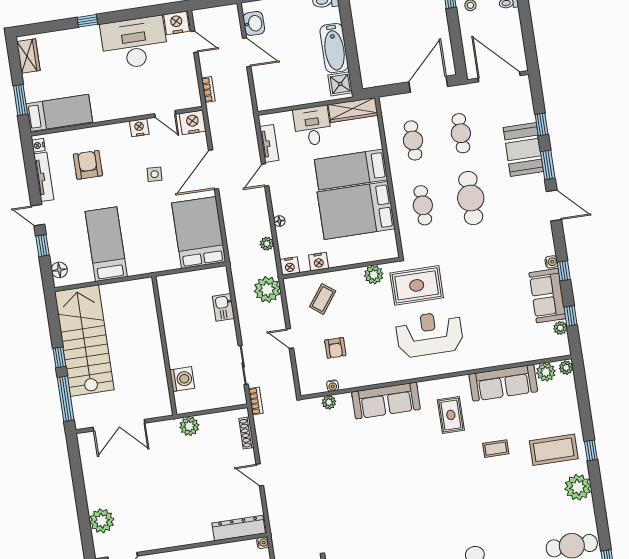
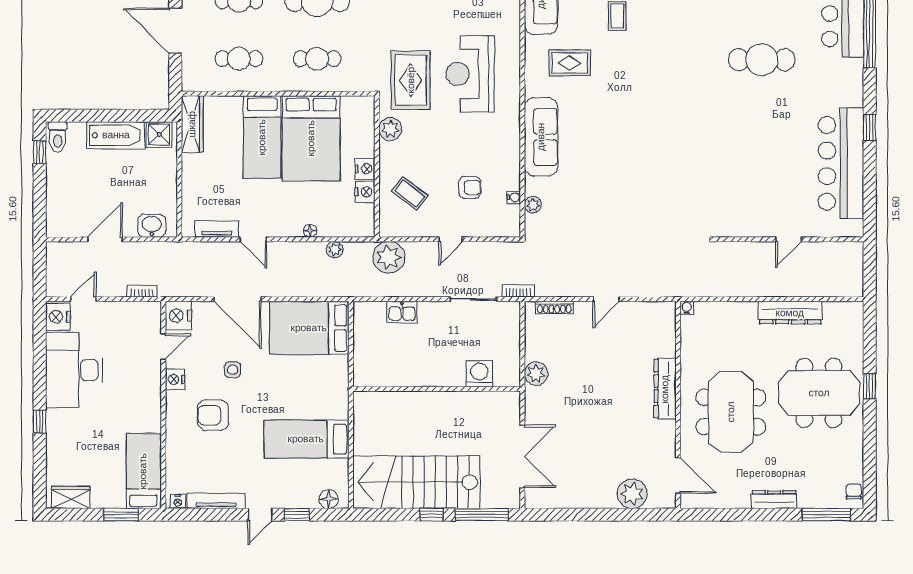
washbasin: (254, 23) -> (152, 226), moved
desk: (312, 126) -> (204, 175), removed
armchair: (88, 165) -> (213, 415), moved
nightstand: (290, 266) -> (365, 169), moved
dresser: (239, 528) -> (665, 389), moved

